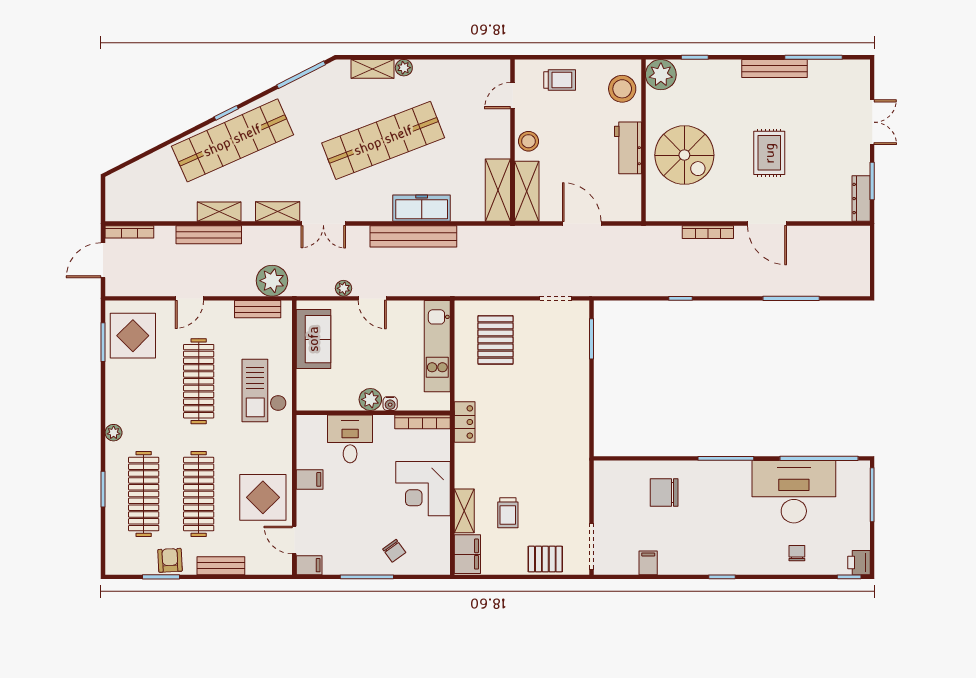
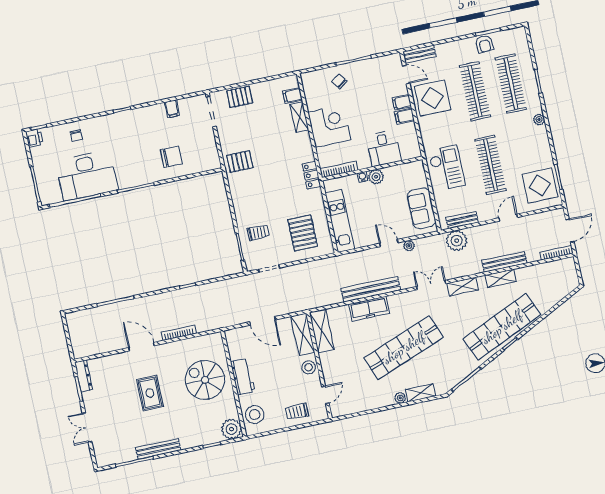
pallet: (565, 464) -> (240, 162), added
trolley: (508, 513) -> (258, 233), moved, turned 90
filing cabinet: (467, 554) -> (293, 96), width x0.50
filing cabinet: (309, 565) -> (402, 102), moved
bench: (221, 566) -> (419, 54), moved

